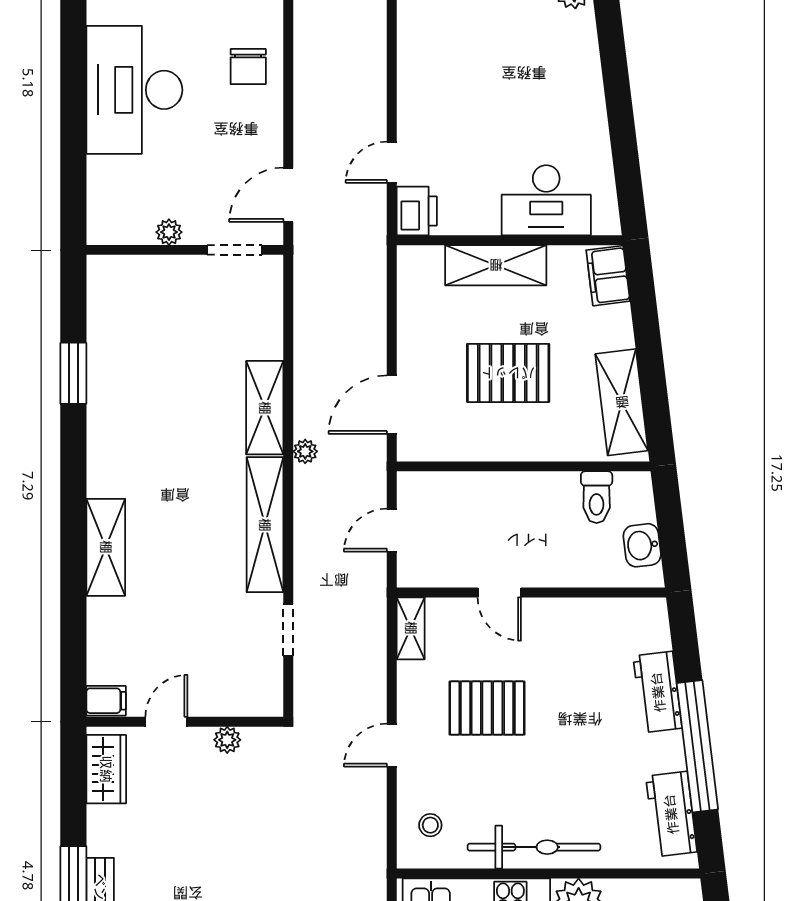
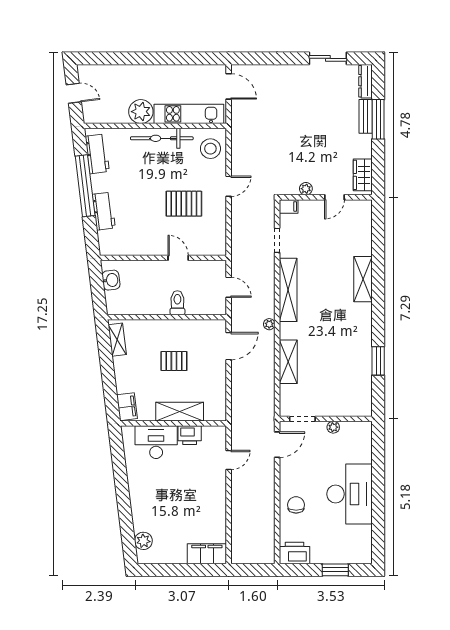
printer: (417, 211) -> (190, 435), moved, turned -90
pallet: (508, 373) -> (174, 361), width x0.67, depth x0.71
shelving: (622, 402) -> (117, 340), width x0.67, depth x0.75
shelving: (265, 408) -> (288, 362), moved
toilet: (597, 497) -> (177, 303), moved
door: (392, 530) -> (229, 287), hinge flipped
shelving: (411, 628) -> (220, 241), removed
filing cabinet: (106, 701) -> (289, 206), moved, turned 180
stool: (430, 825) -> (210, 149), width x1.89, depth x1.89

